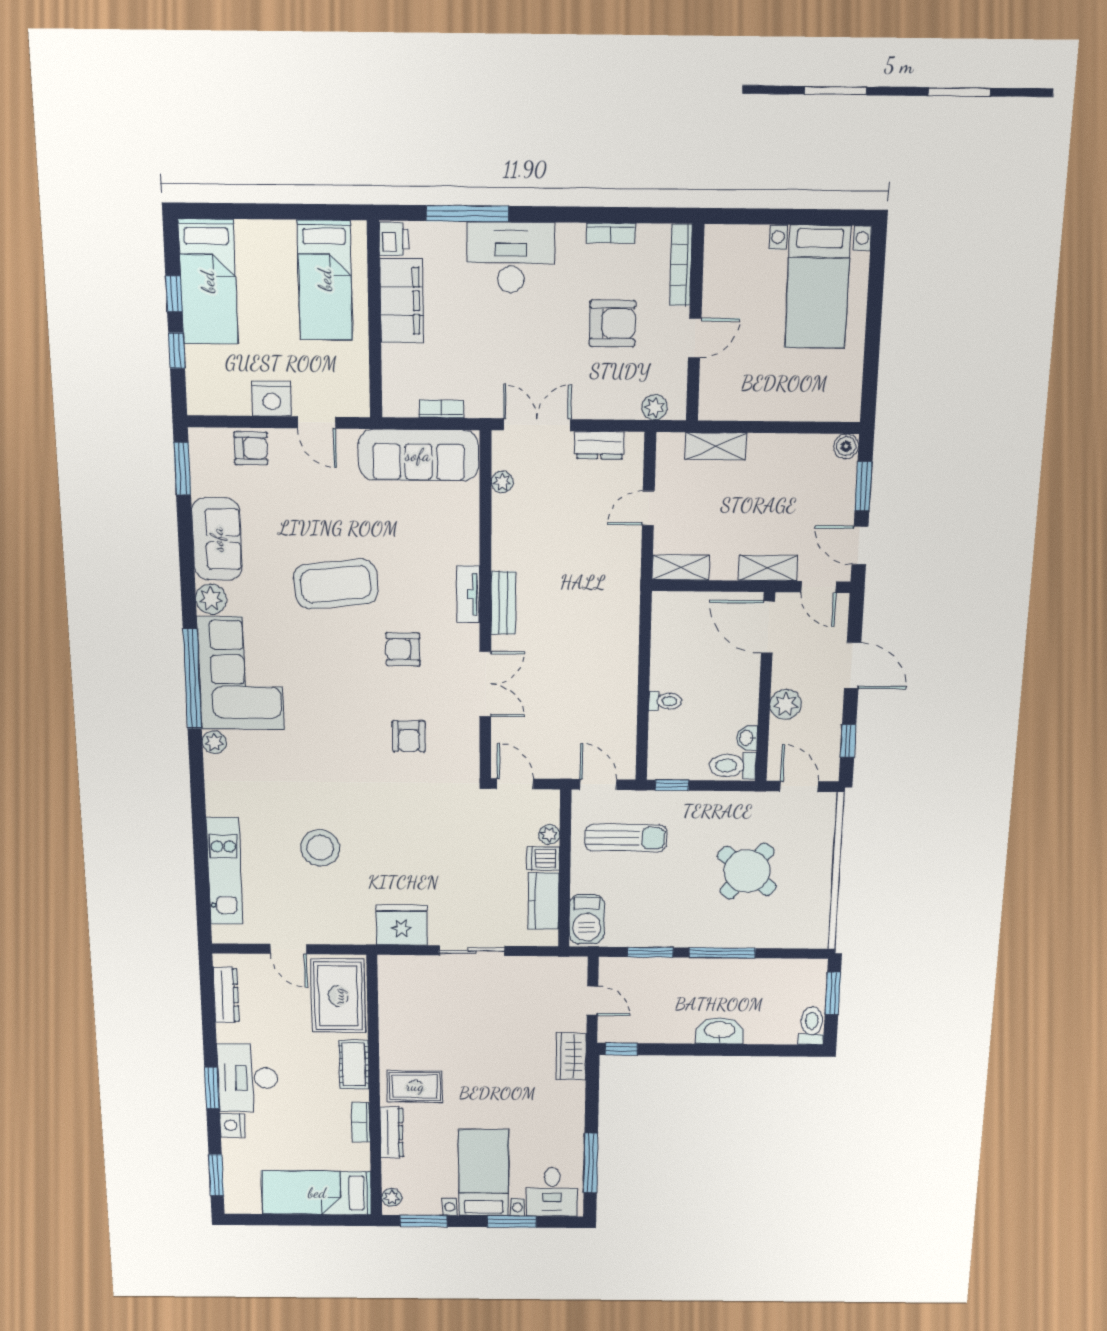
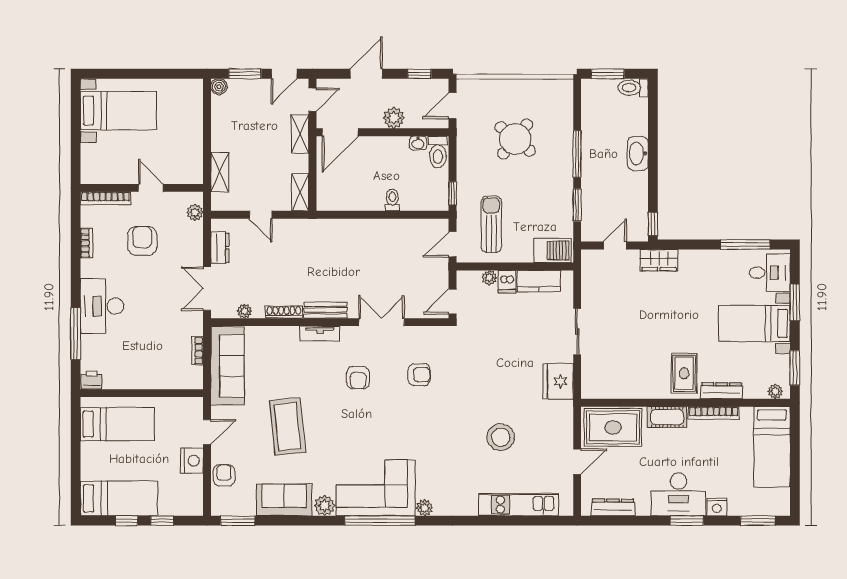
filing cabinet: (401, 301) -> (129, 376), removed
shoe rack: (501, 541) -> (284, 312), added
coffee table: (336, 584) -> (287, 427), moved
bookcase: (361, 1122) -> (713, 413), width x1.56

